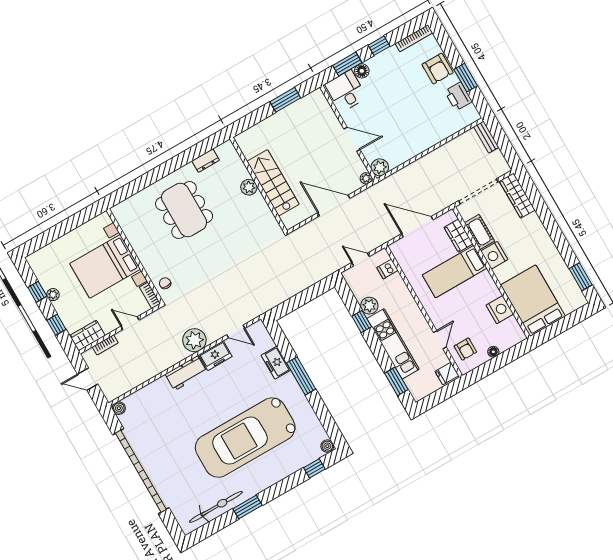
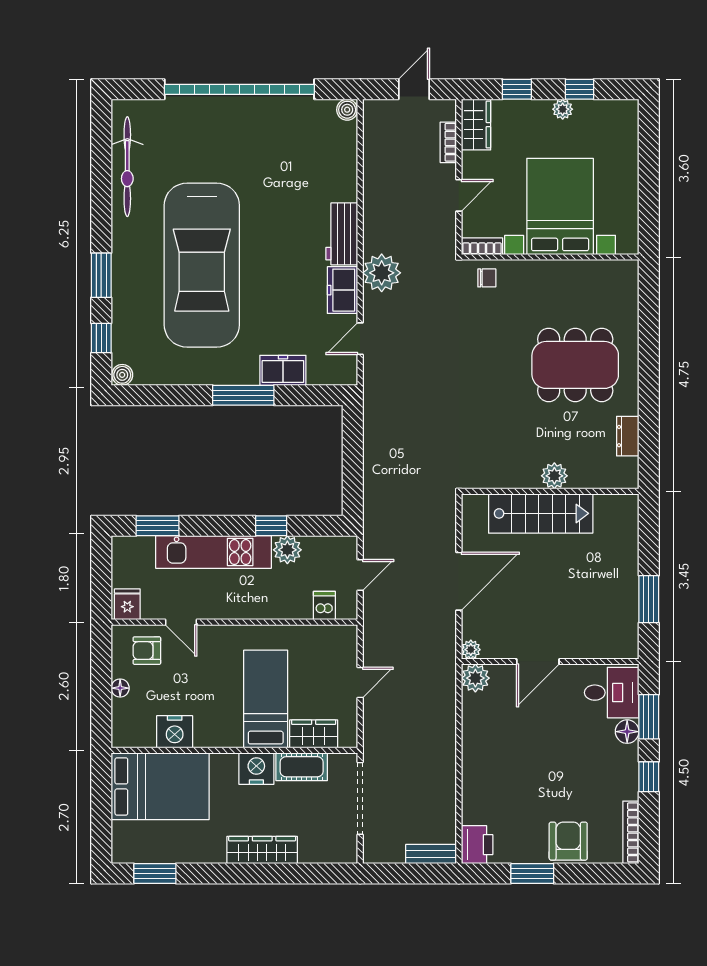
armchair: (438, 69) -> (568, 841), turned 90
printer: (458, 96) -> (477, 845), moved, turned 90
wardrobe: (517, 196) -> (262, 850), moved
door: (417, 227) -> (360, 683), width x0.53
car: (245, 438) -> (202, 265), turned 180
window: (247, 507) -> (101, 275), moved

